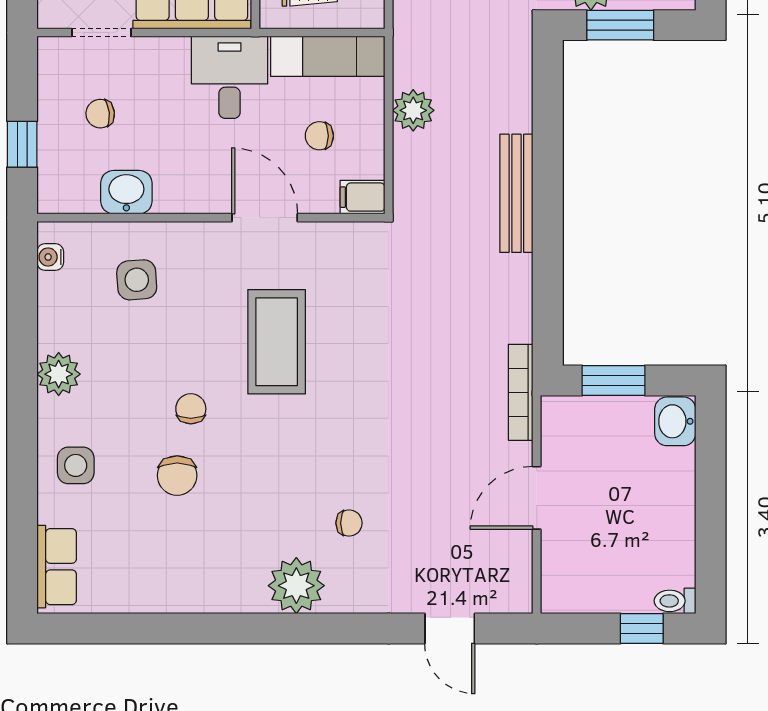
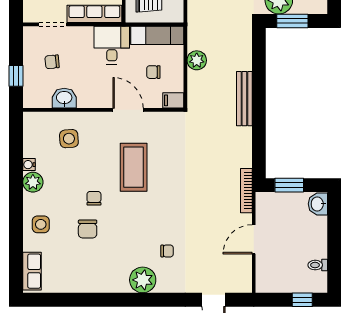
water cooler: (50, 257) -> (29, 165), moved
toilet: (675, 601) -> (318, 265), moved

